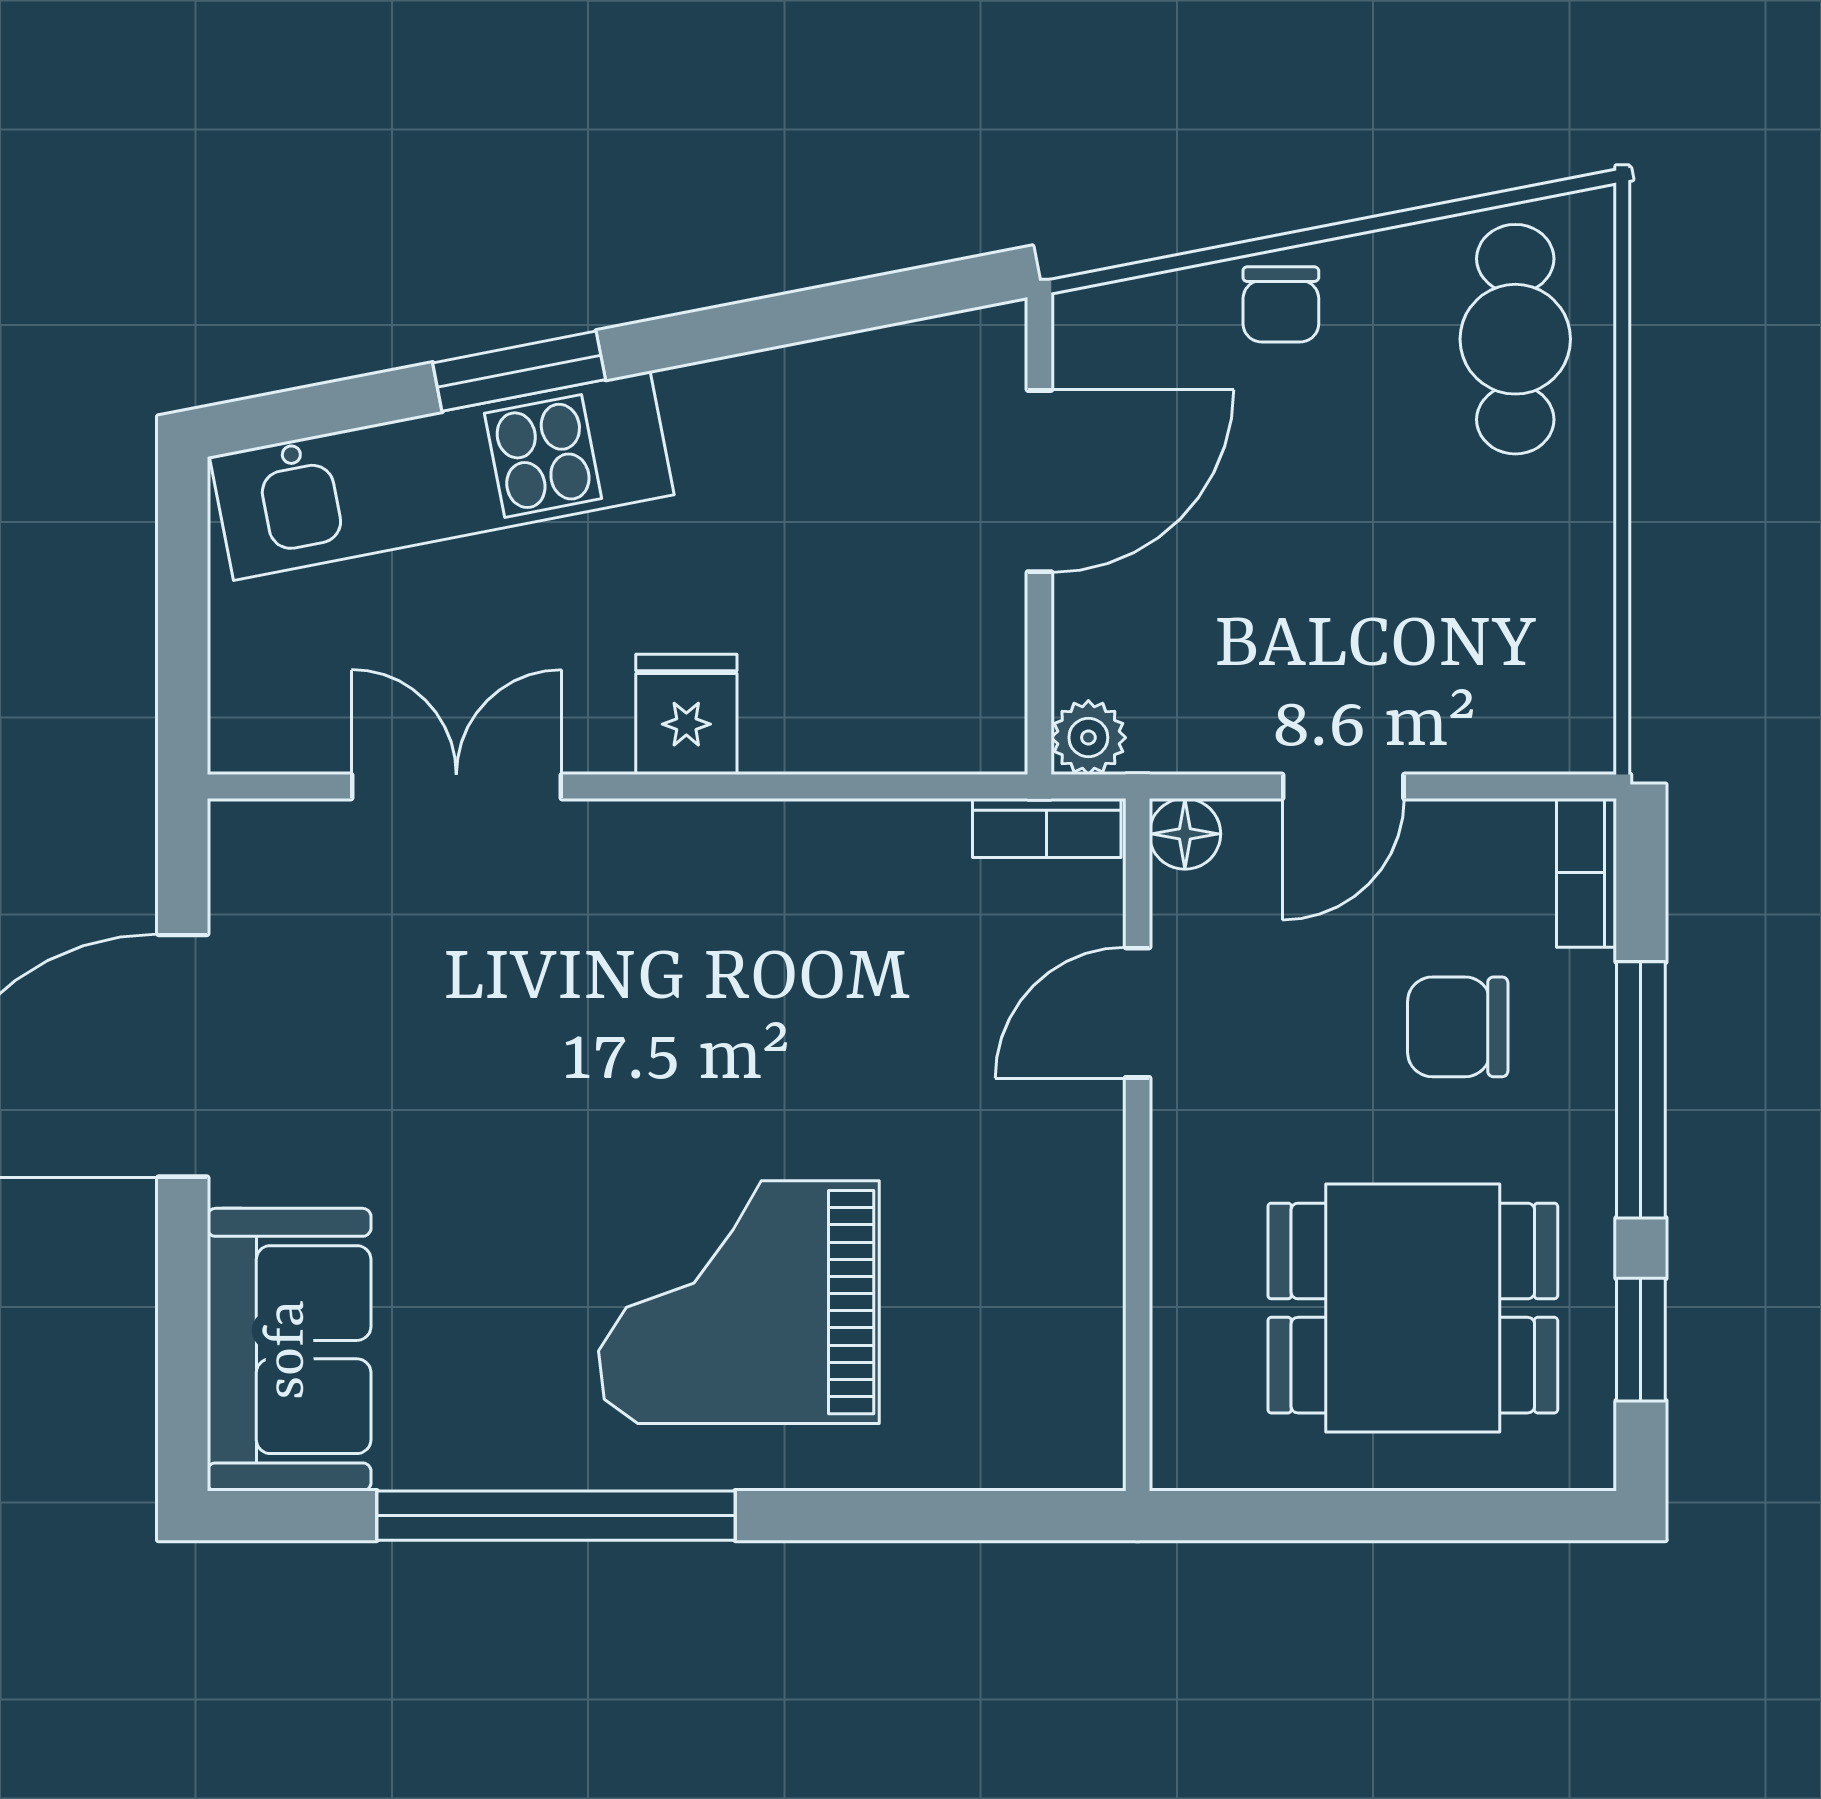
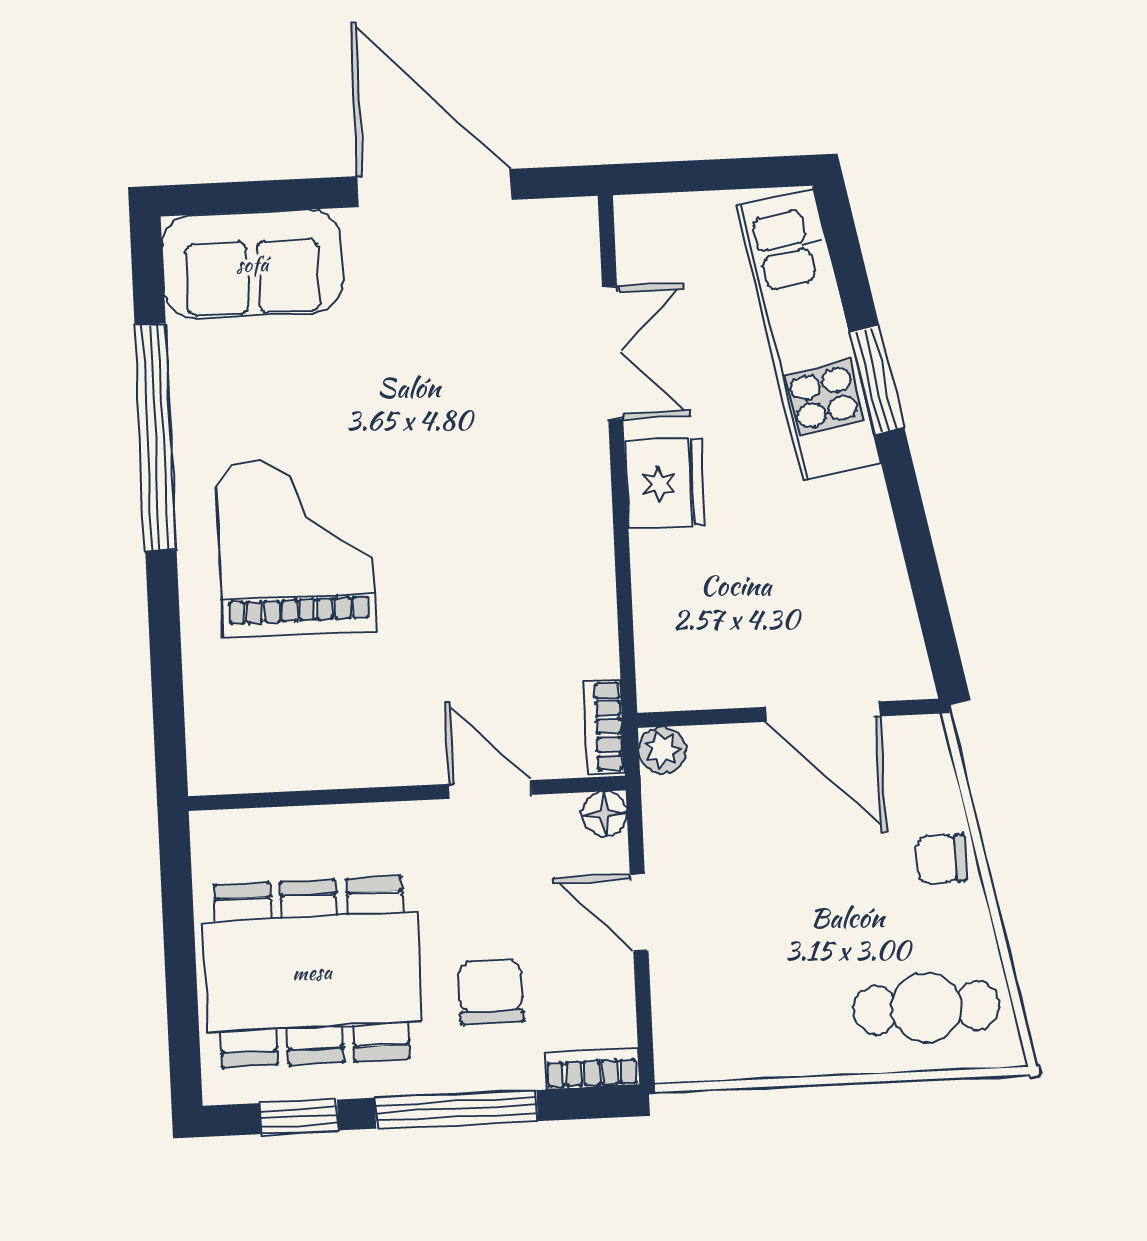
fridge: (686, 714) -> (664, 483), width x1.38
dining table: (1413, 1308) -> (312, 972), width x1.38

